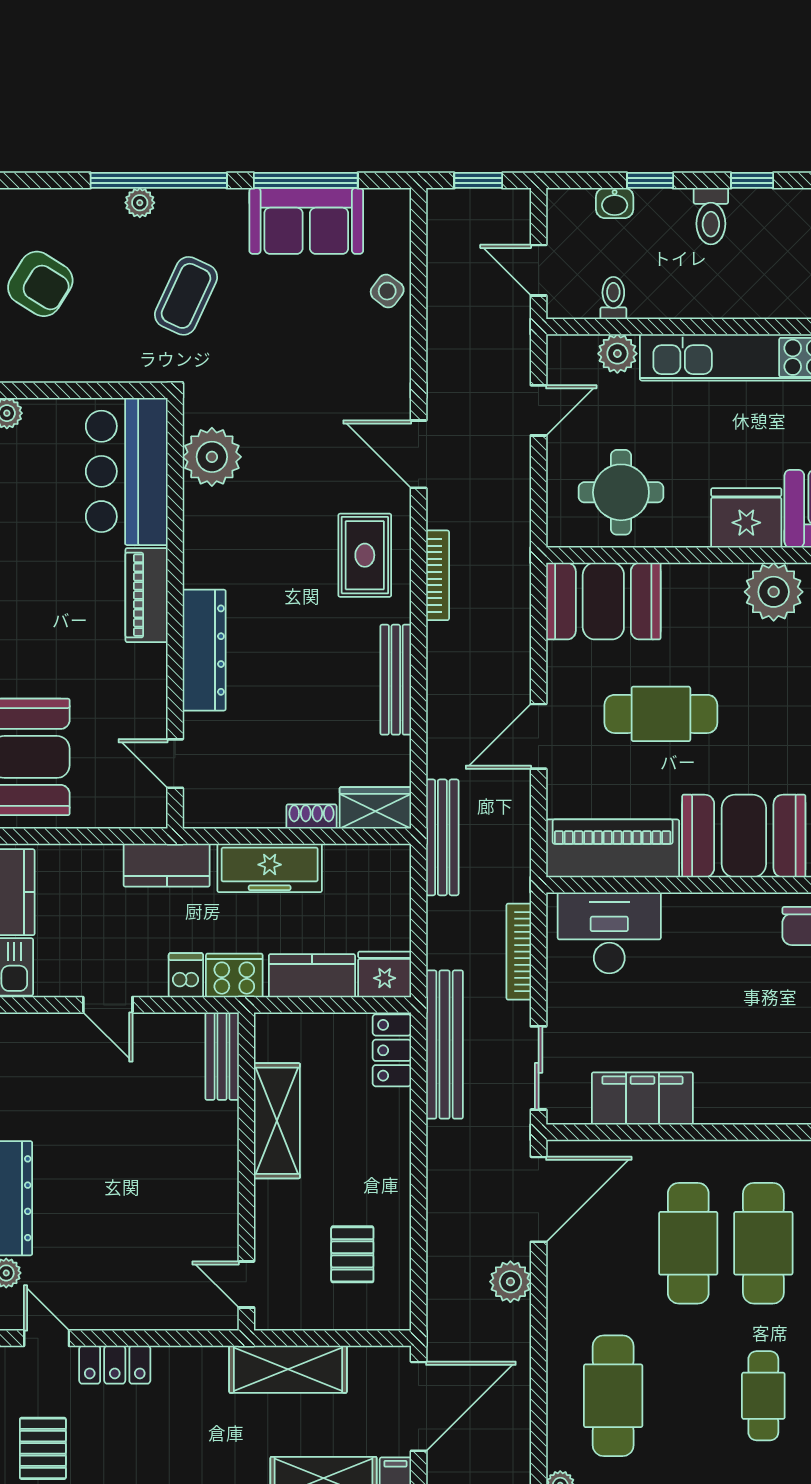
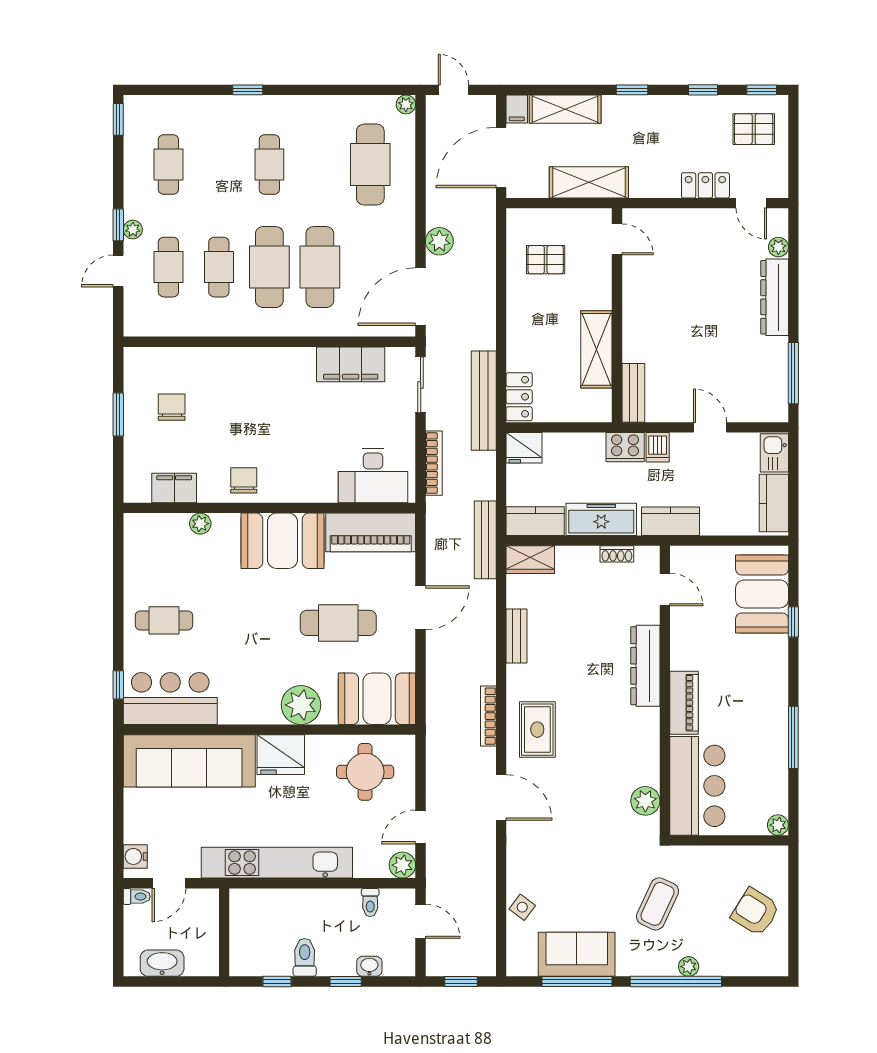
plant: (617, 354) -> (402, 865), moved
plant: (212, 457) -> (645, 801), width x0.73, depth x0.73
plant: (774, 592) -> (301, 705), moved
bench: (396, 680) -> (517, 636), width x0.73
shoe rack: (311, 817) -> (617, 554), moved
kitchen counter: (312, 976) -> (535, 521), moved, turned 180
pallet: (352, 1254) -> (546, 260), turned 90
pallet: (43, 1448) -> (754, 129), turned 90

